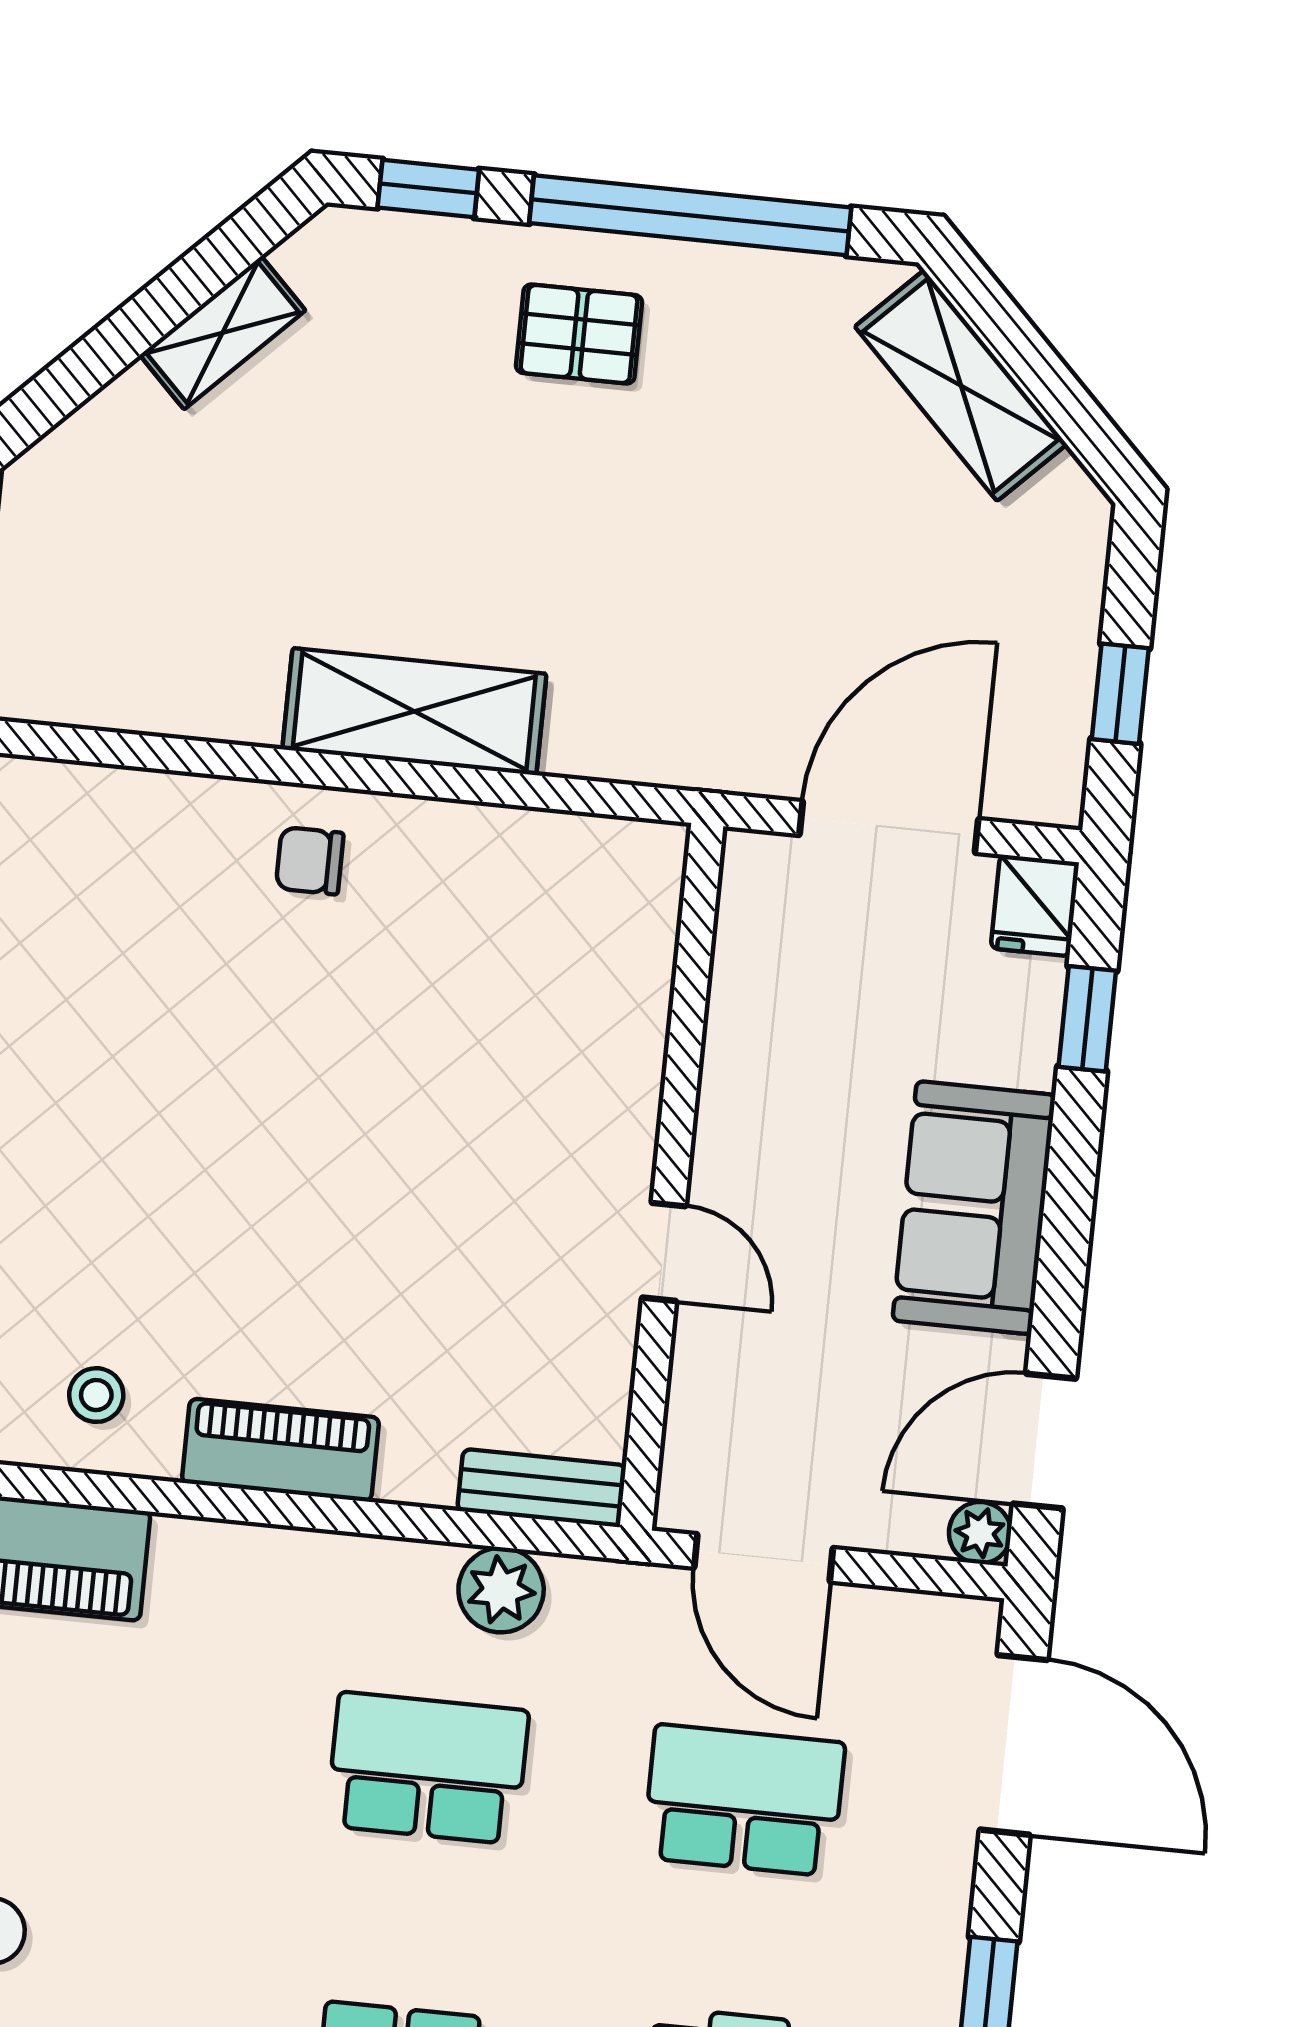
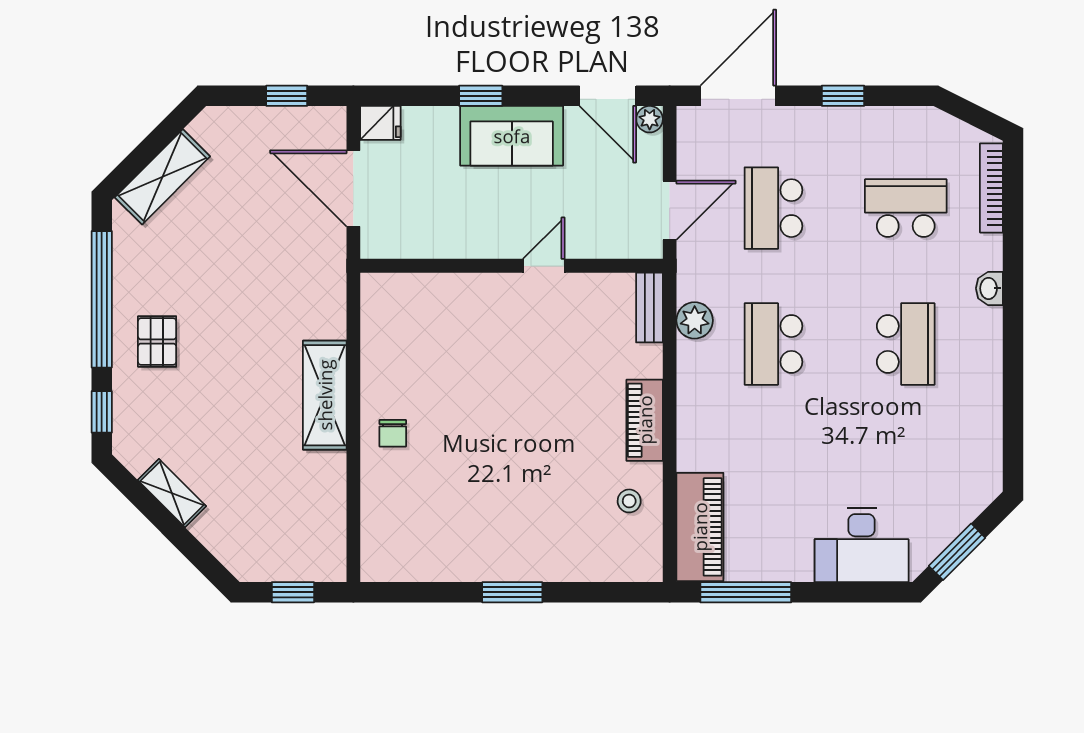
window: (1087, 1019) -> (481, 96), moved

